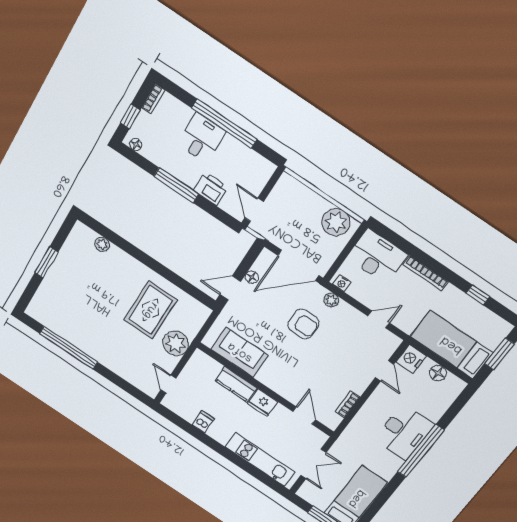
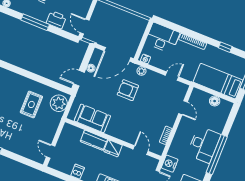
plant: (336, 222) -> (134, 23), removed
rug: (150, 310) -> (31, 104), width x0.73, depth x0.70
armchair: (303, 324) -> (128, 90), turned 180
plant: (176, 343) -> (59, 103), moved
nightstand: (411, 359) -> (170, 164), moved

